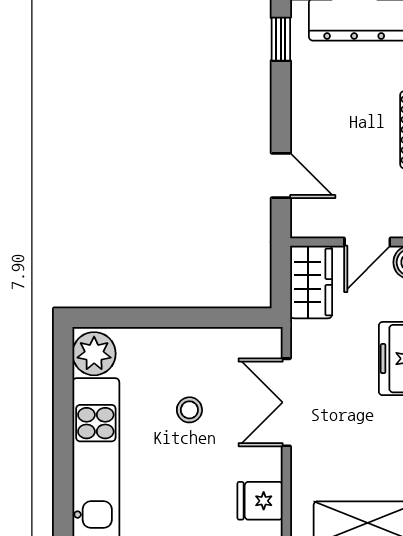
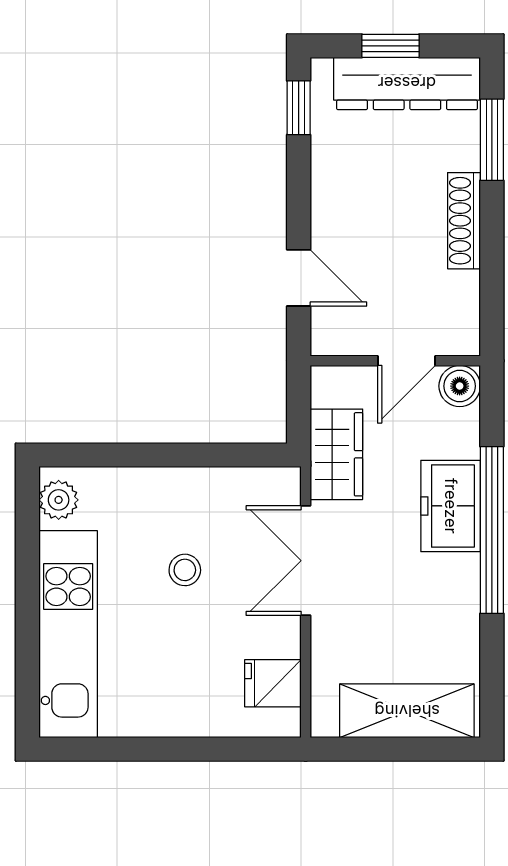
wardrobe: (311, 282) -> (336, 454), moved
plant: (94, 354) -> (59, 500), width x0.73, depth x0.73

